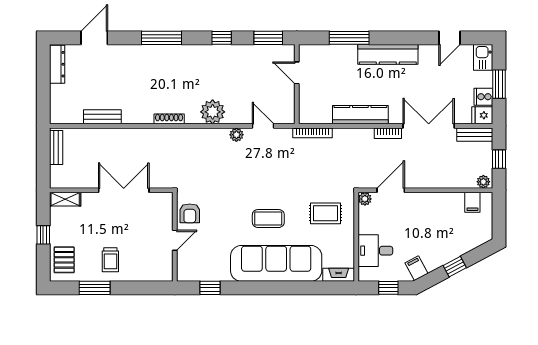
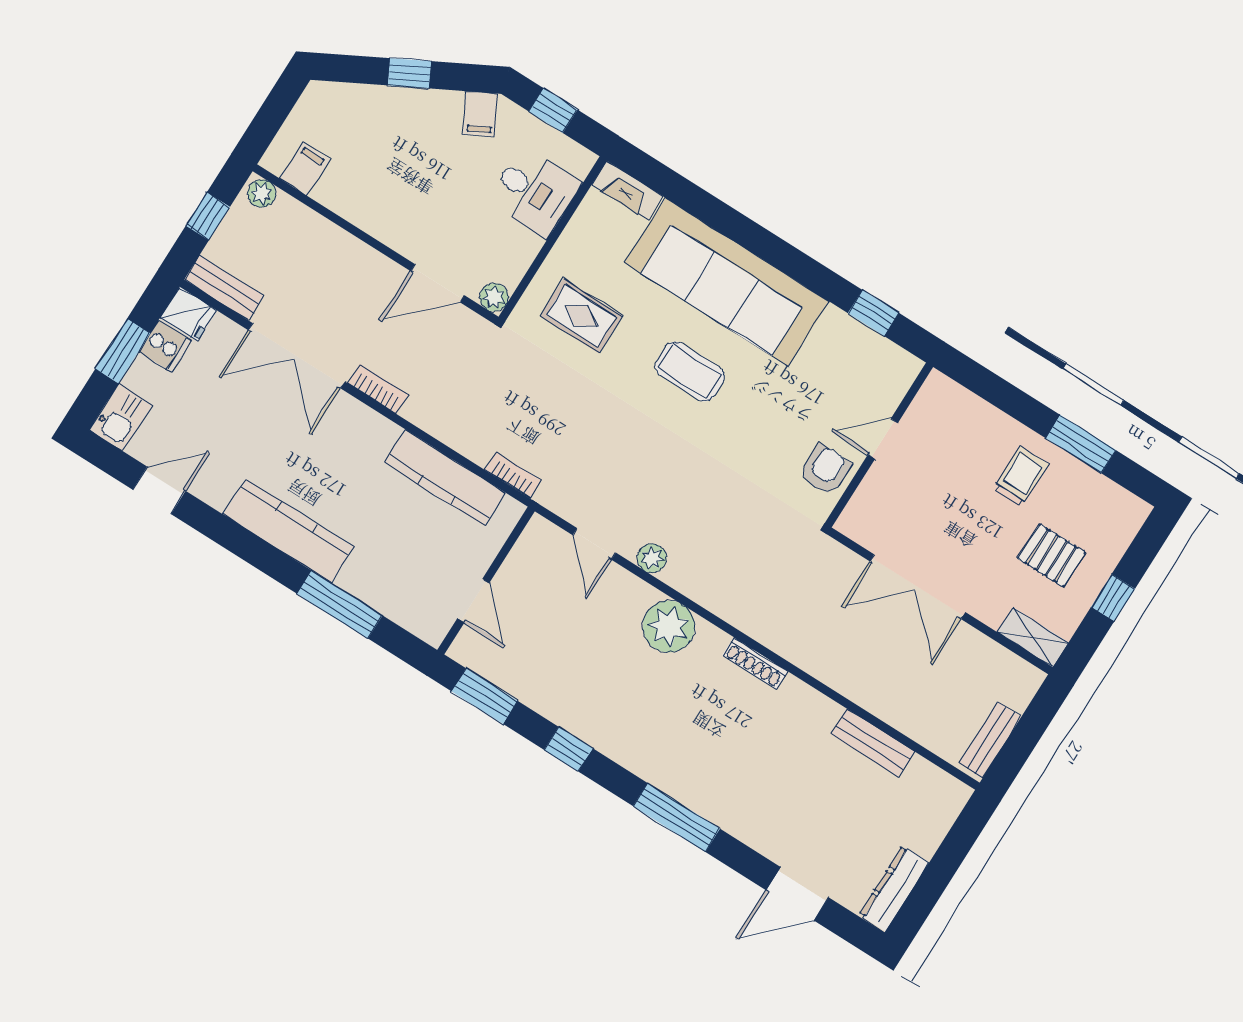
kitchen counter: (360, 115) -> (445, 478), moved
bookcase: (312, 133) -> (513, 475), width x0.64
pallet: (64, 260) -> (1052, 555), moved, turned 90

